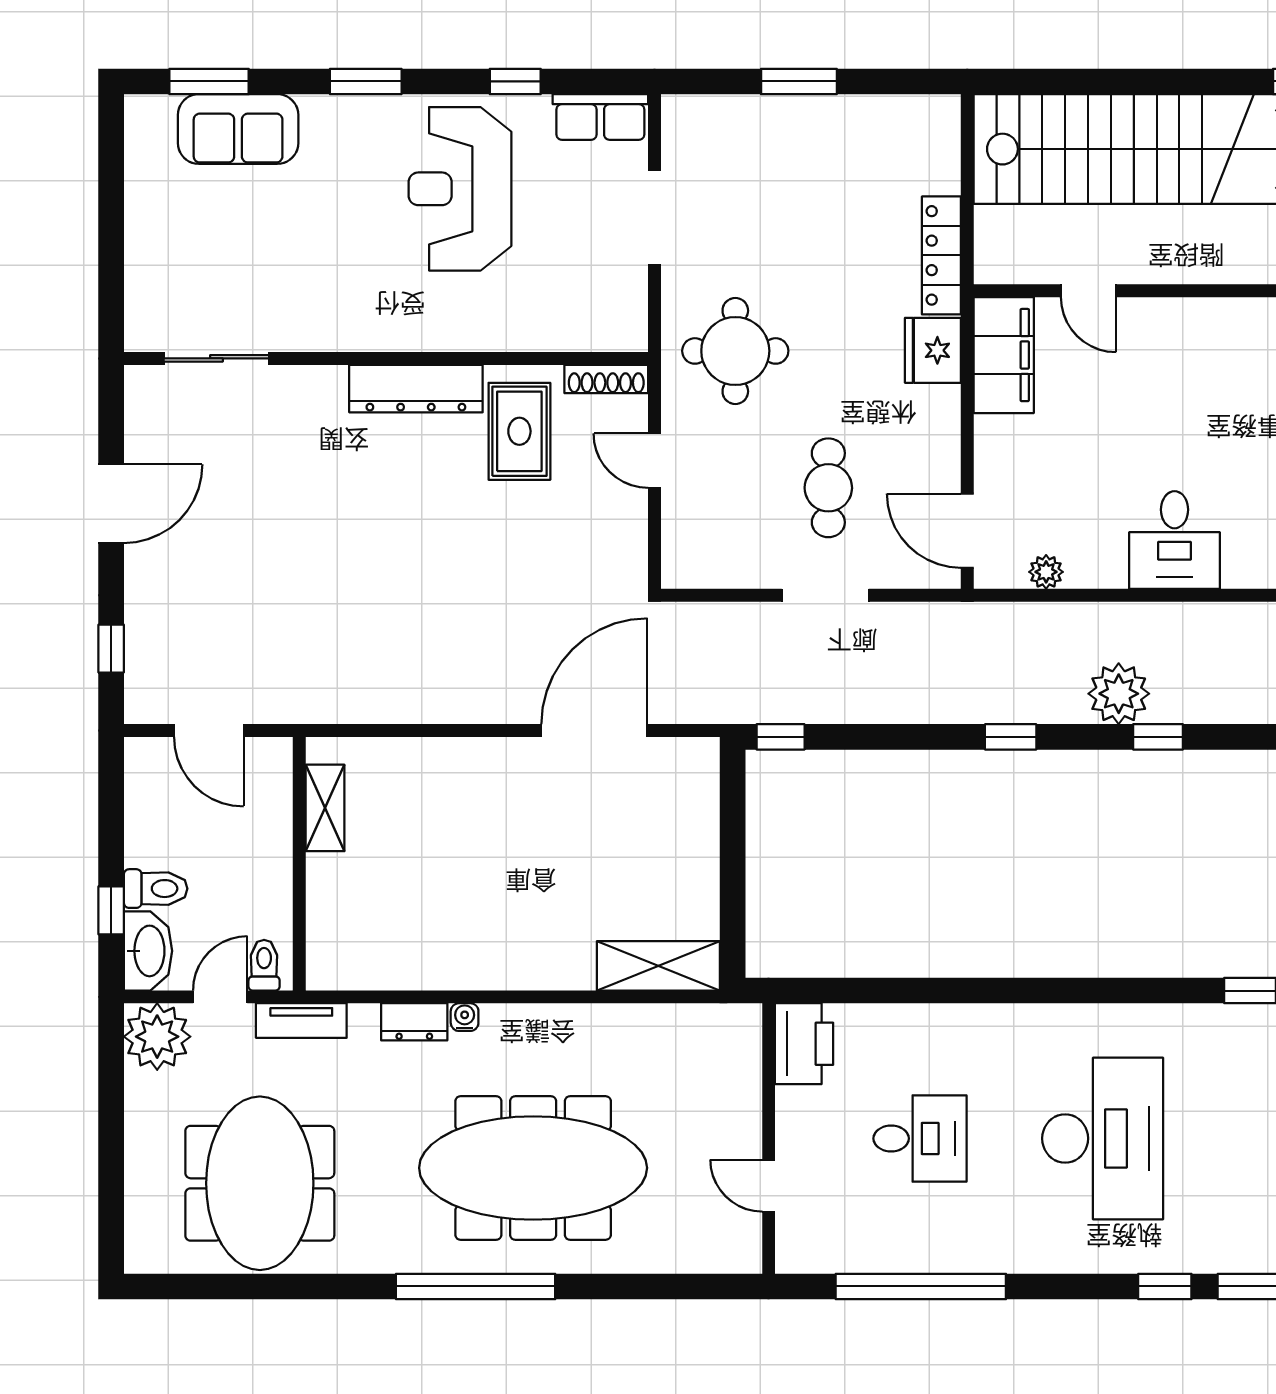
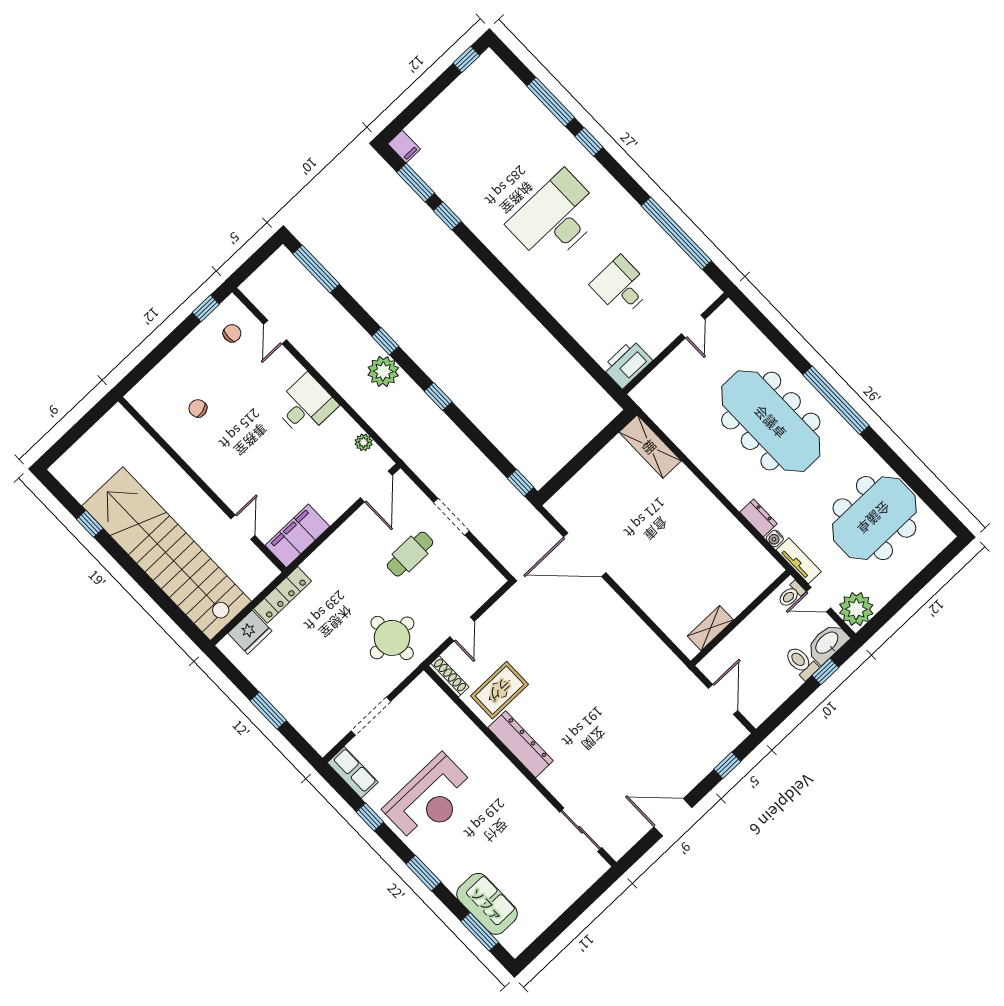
fridge: (933, 350) -> (250, 632), moved
water cooler: (465, 1017) -> (775, 539), moved

